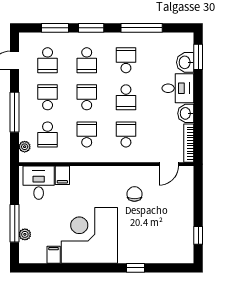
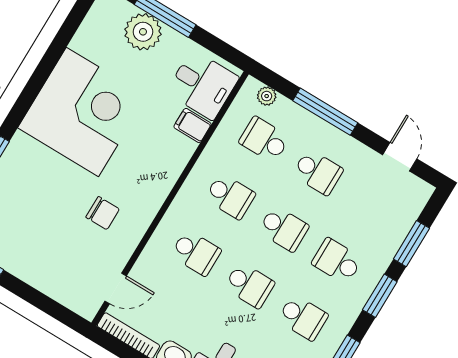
school desk: (48, 60) -> (371, 205), removed
school desk: (126, 97) -> (249, 285), turned 180
door: (169, 164) -> (116, 288), swing flipped
plant: (25, 234) -> (143, 32), width x1.87, depth x1.87
filing cabinet: (54, 255) -> (86, 43), removed

